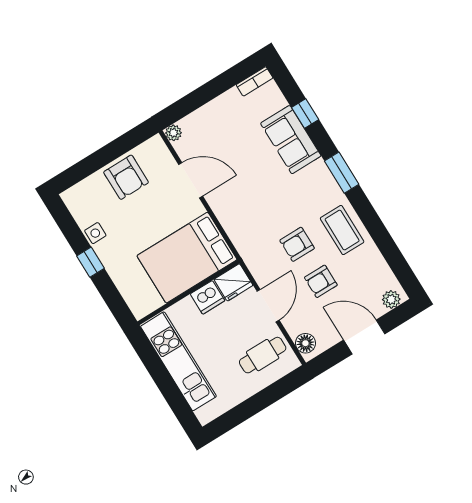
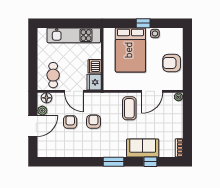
coffee table: (342, 230) -> (129, 108), moved, turned 90
bed: (187, 258) -> (130, 50), moved, turned 180
plant: (391, 299) -> (42, 111), moved

